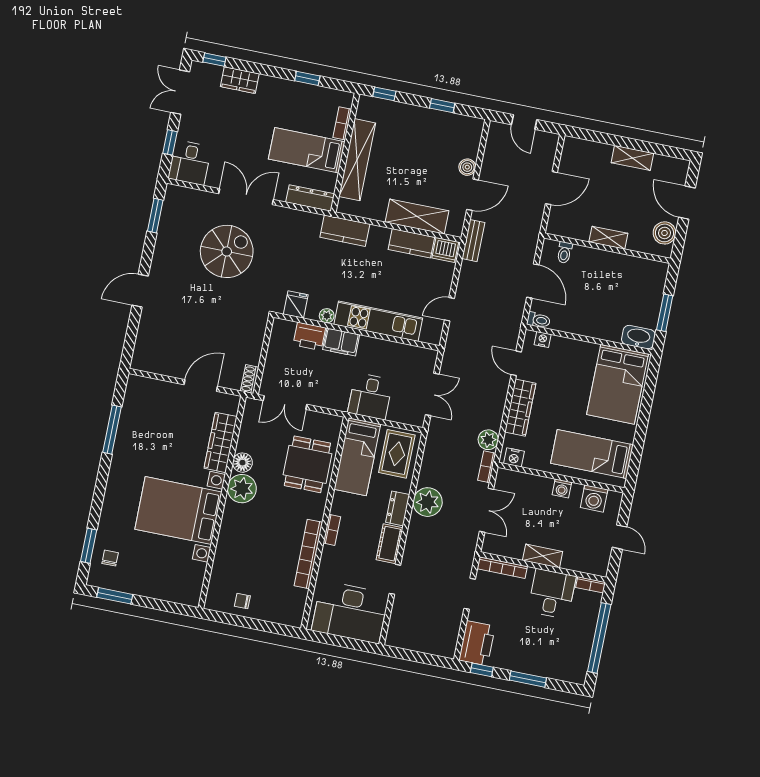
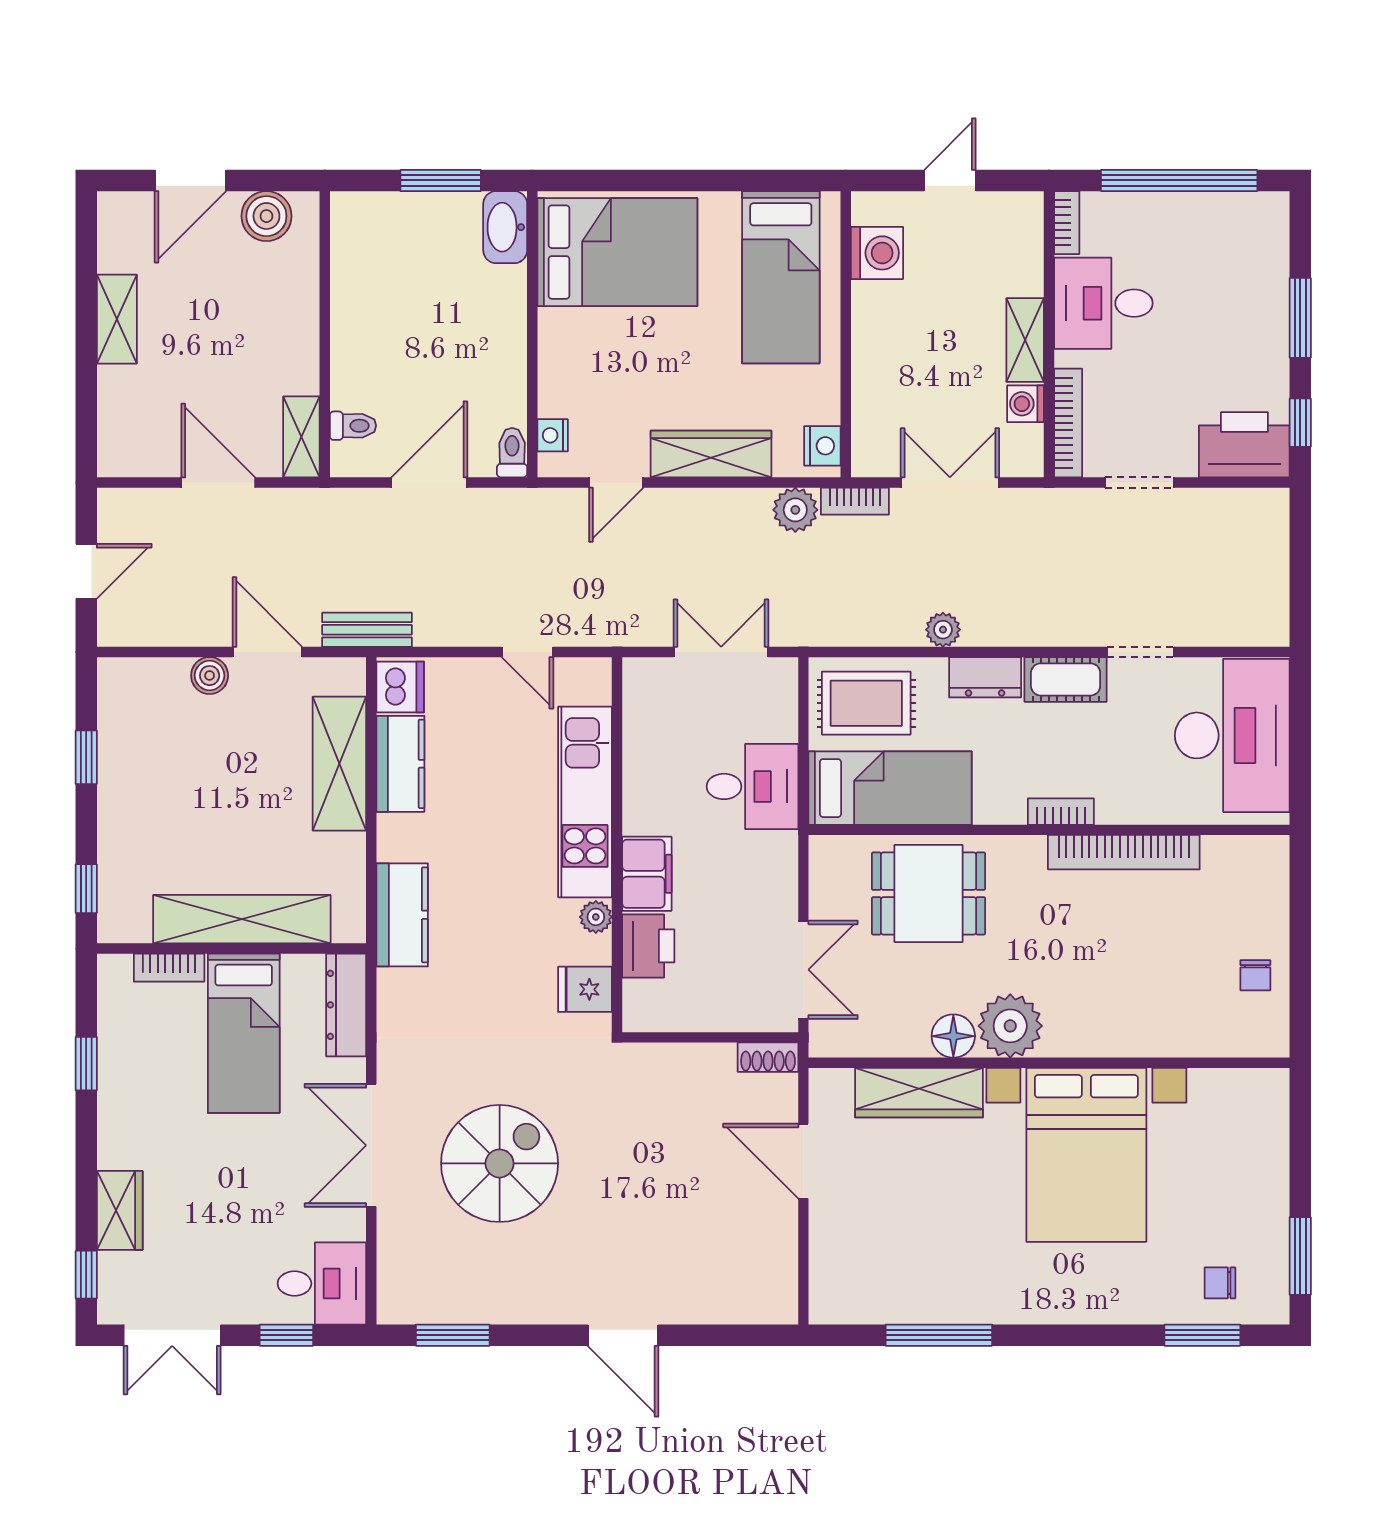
shelving: (608, 238) -> (301, 437), moved
spiral stairs: (227, 251) -> (500, 1163), turned 90
washing machine: (562, 488) -> (1026, 404), moved, turned 180
plant: (428, 502) -> (943, 630), width x0.53, depth x0.53

